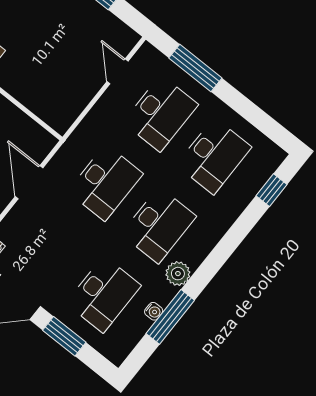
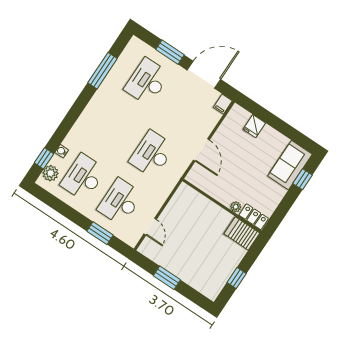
window: (195, 68) -> (100, 233), width x0.69
desk: (159, 225) -> (115, 129), removed
plant: (178, 274) -> (51, 173), moved
water cooler: (154, 311) -> (62, 151), moved

